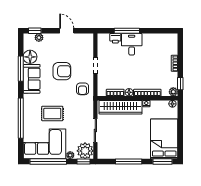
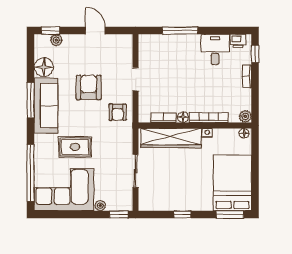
printer: (115, 38) -> (238, 41), moved
desk: (132, 44) -> (215, 50), moved
window: (21, 69) -> (31, 100), moved
armchair: (62, 71) -> (89, 87), turned -90
sofa: (32, 79) -> (46, 106), width x1.36
window: (180, 84) -> (255, 54), moved
window: (21, 118) -> (31, 173), moved
plant: (85, 151) -> (121, 199), removed
window: (48, 162) -> (69, 214), removed
window: (129, 162) -> (182, 214), width x0.46

